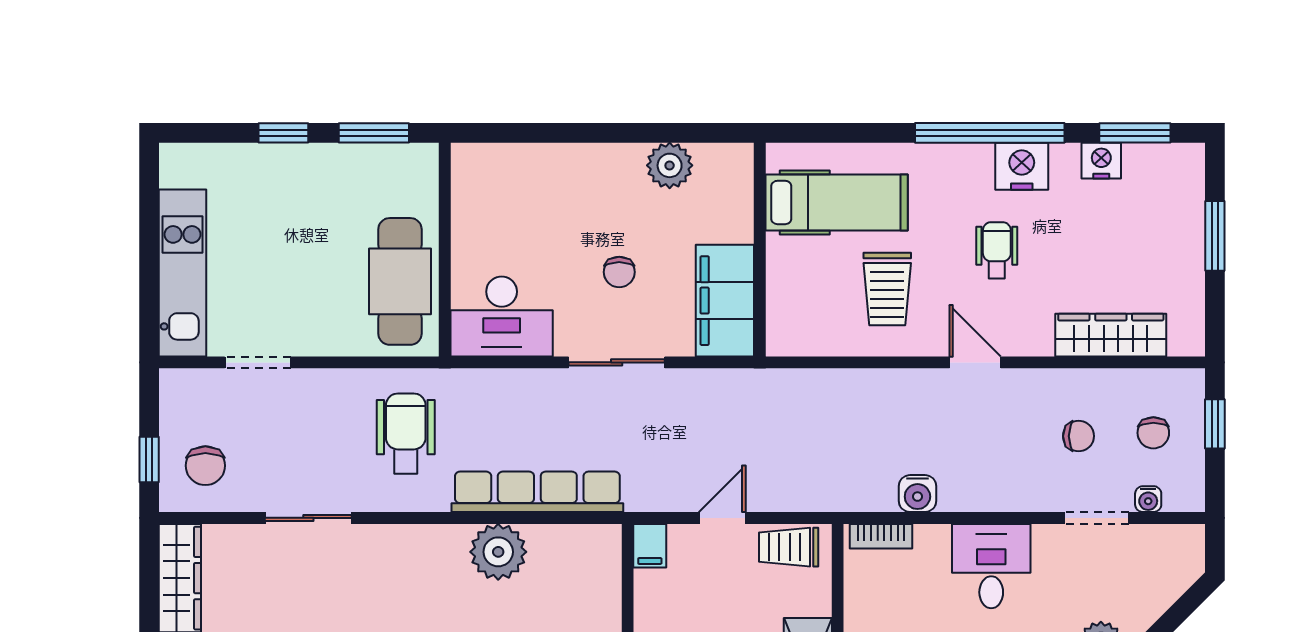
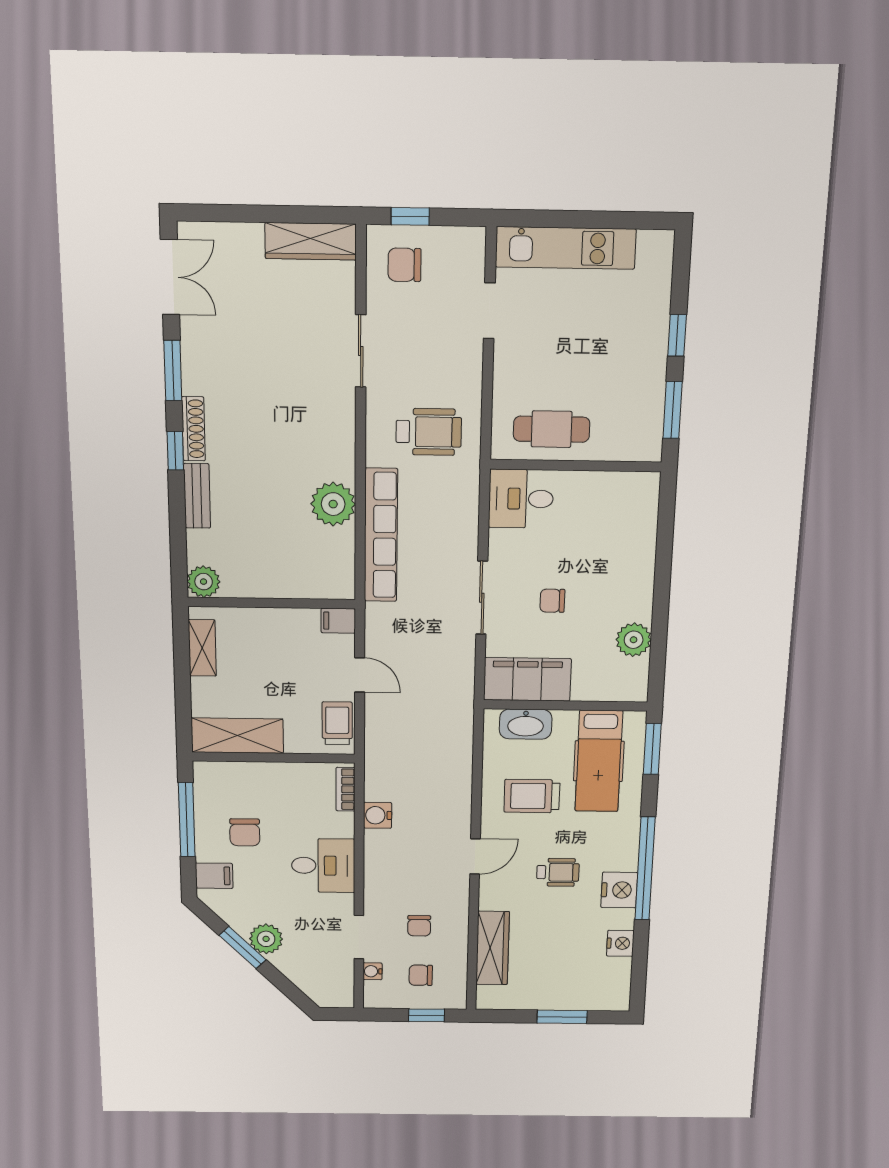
window: (1135, 133) -> (652, 749), moved
cafe table: (400, 281) -> (552, 429), width x0.73, depth x0.74
washbasin: (786, 301) -> (526, 724), added
desk: (502, 316) -> (521, 499), width x0.73

